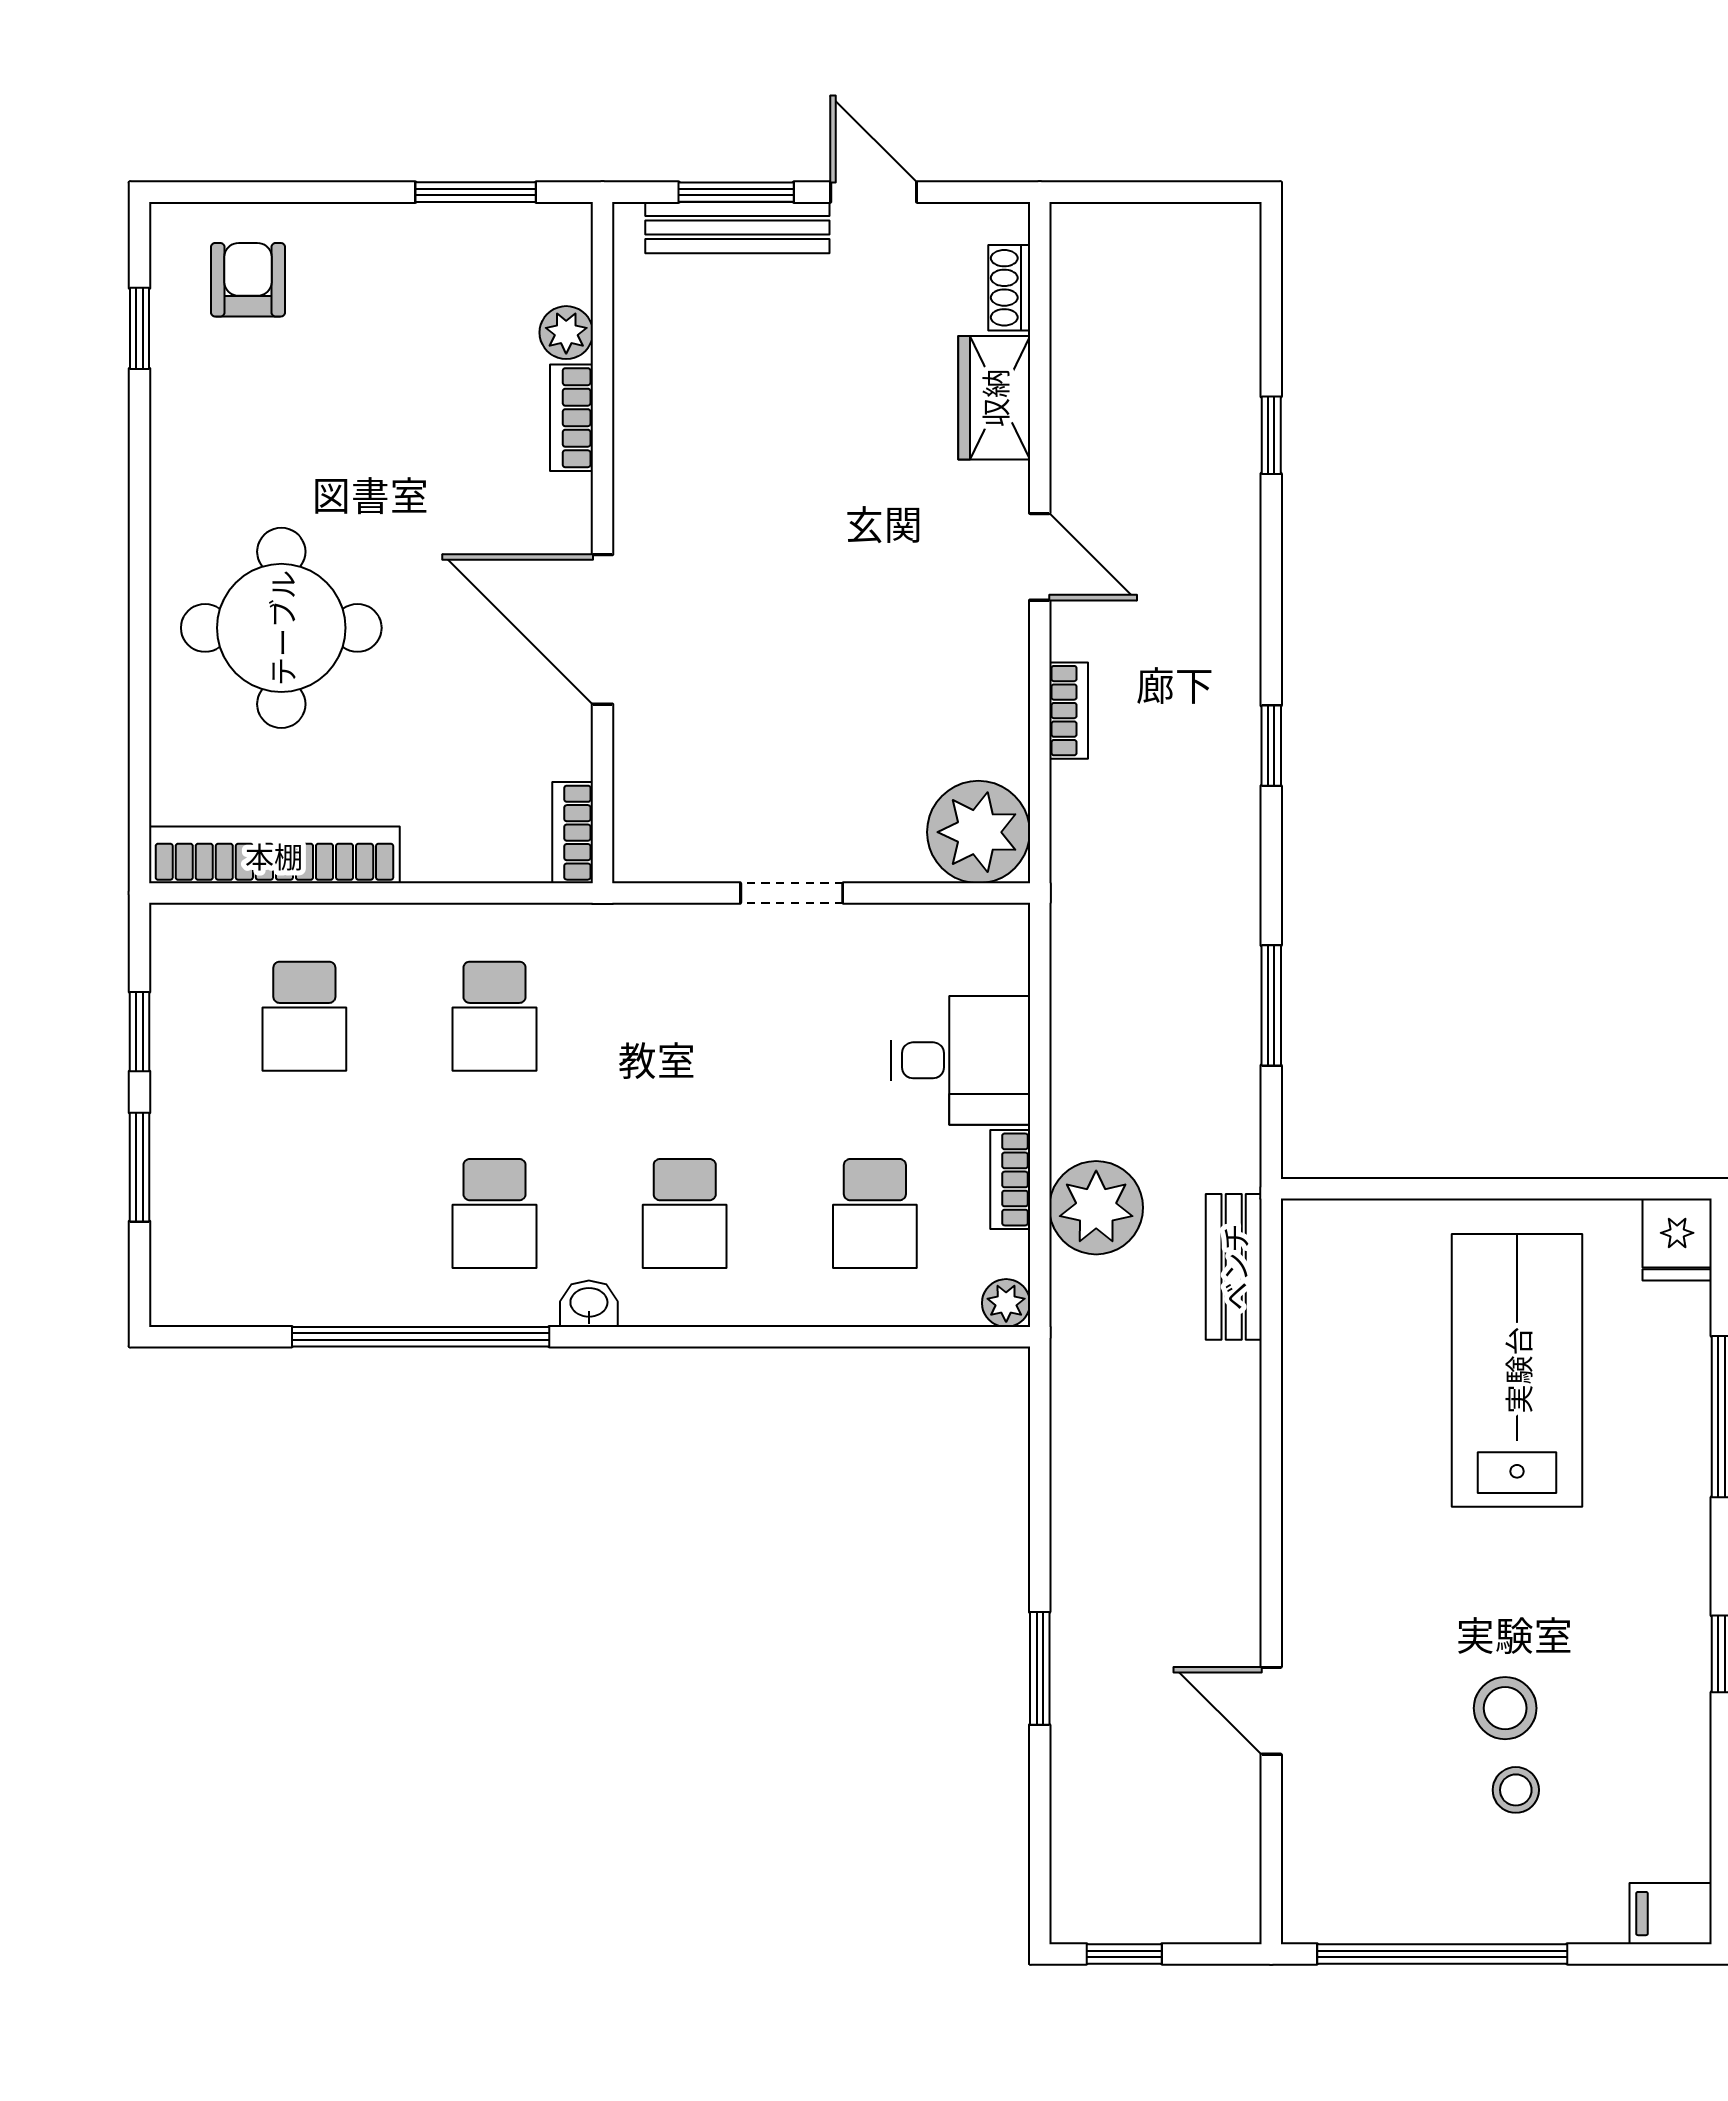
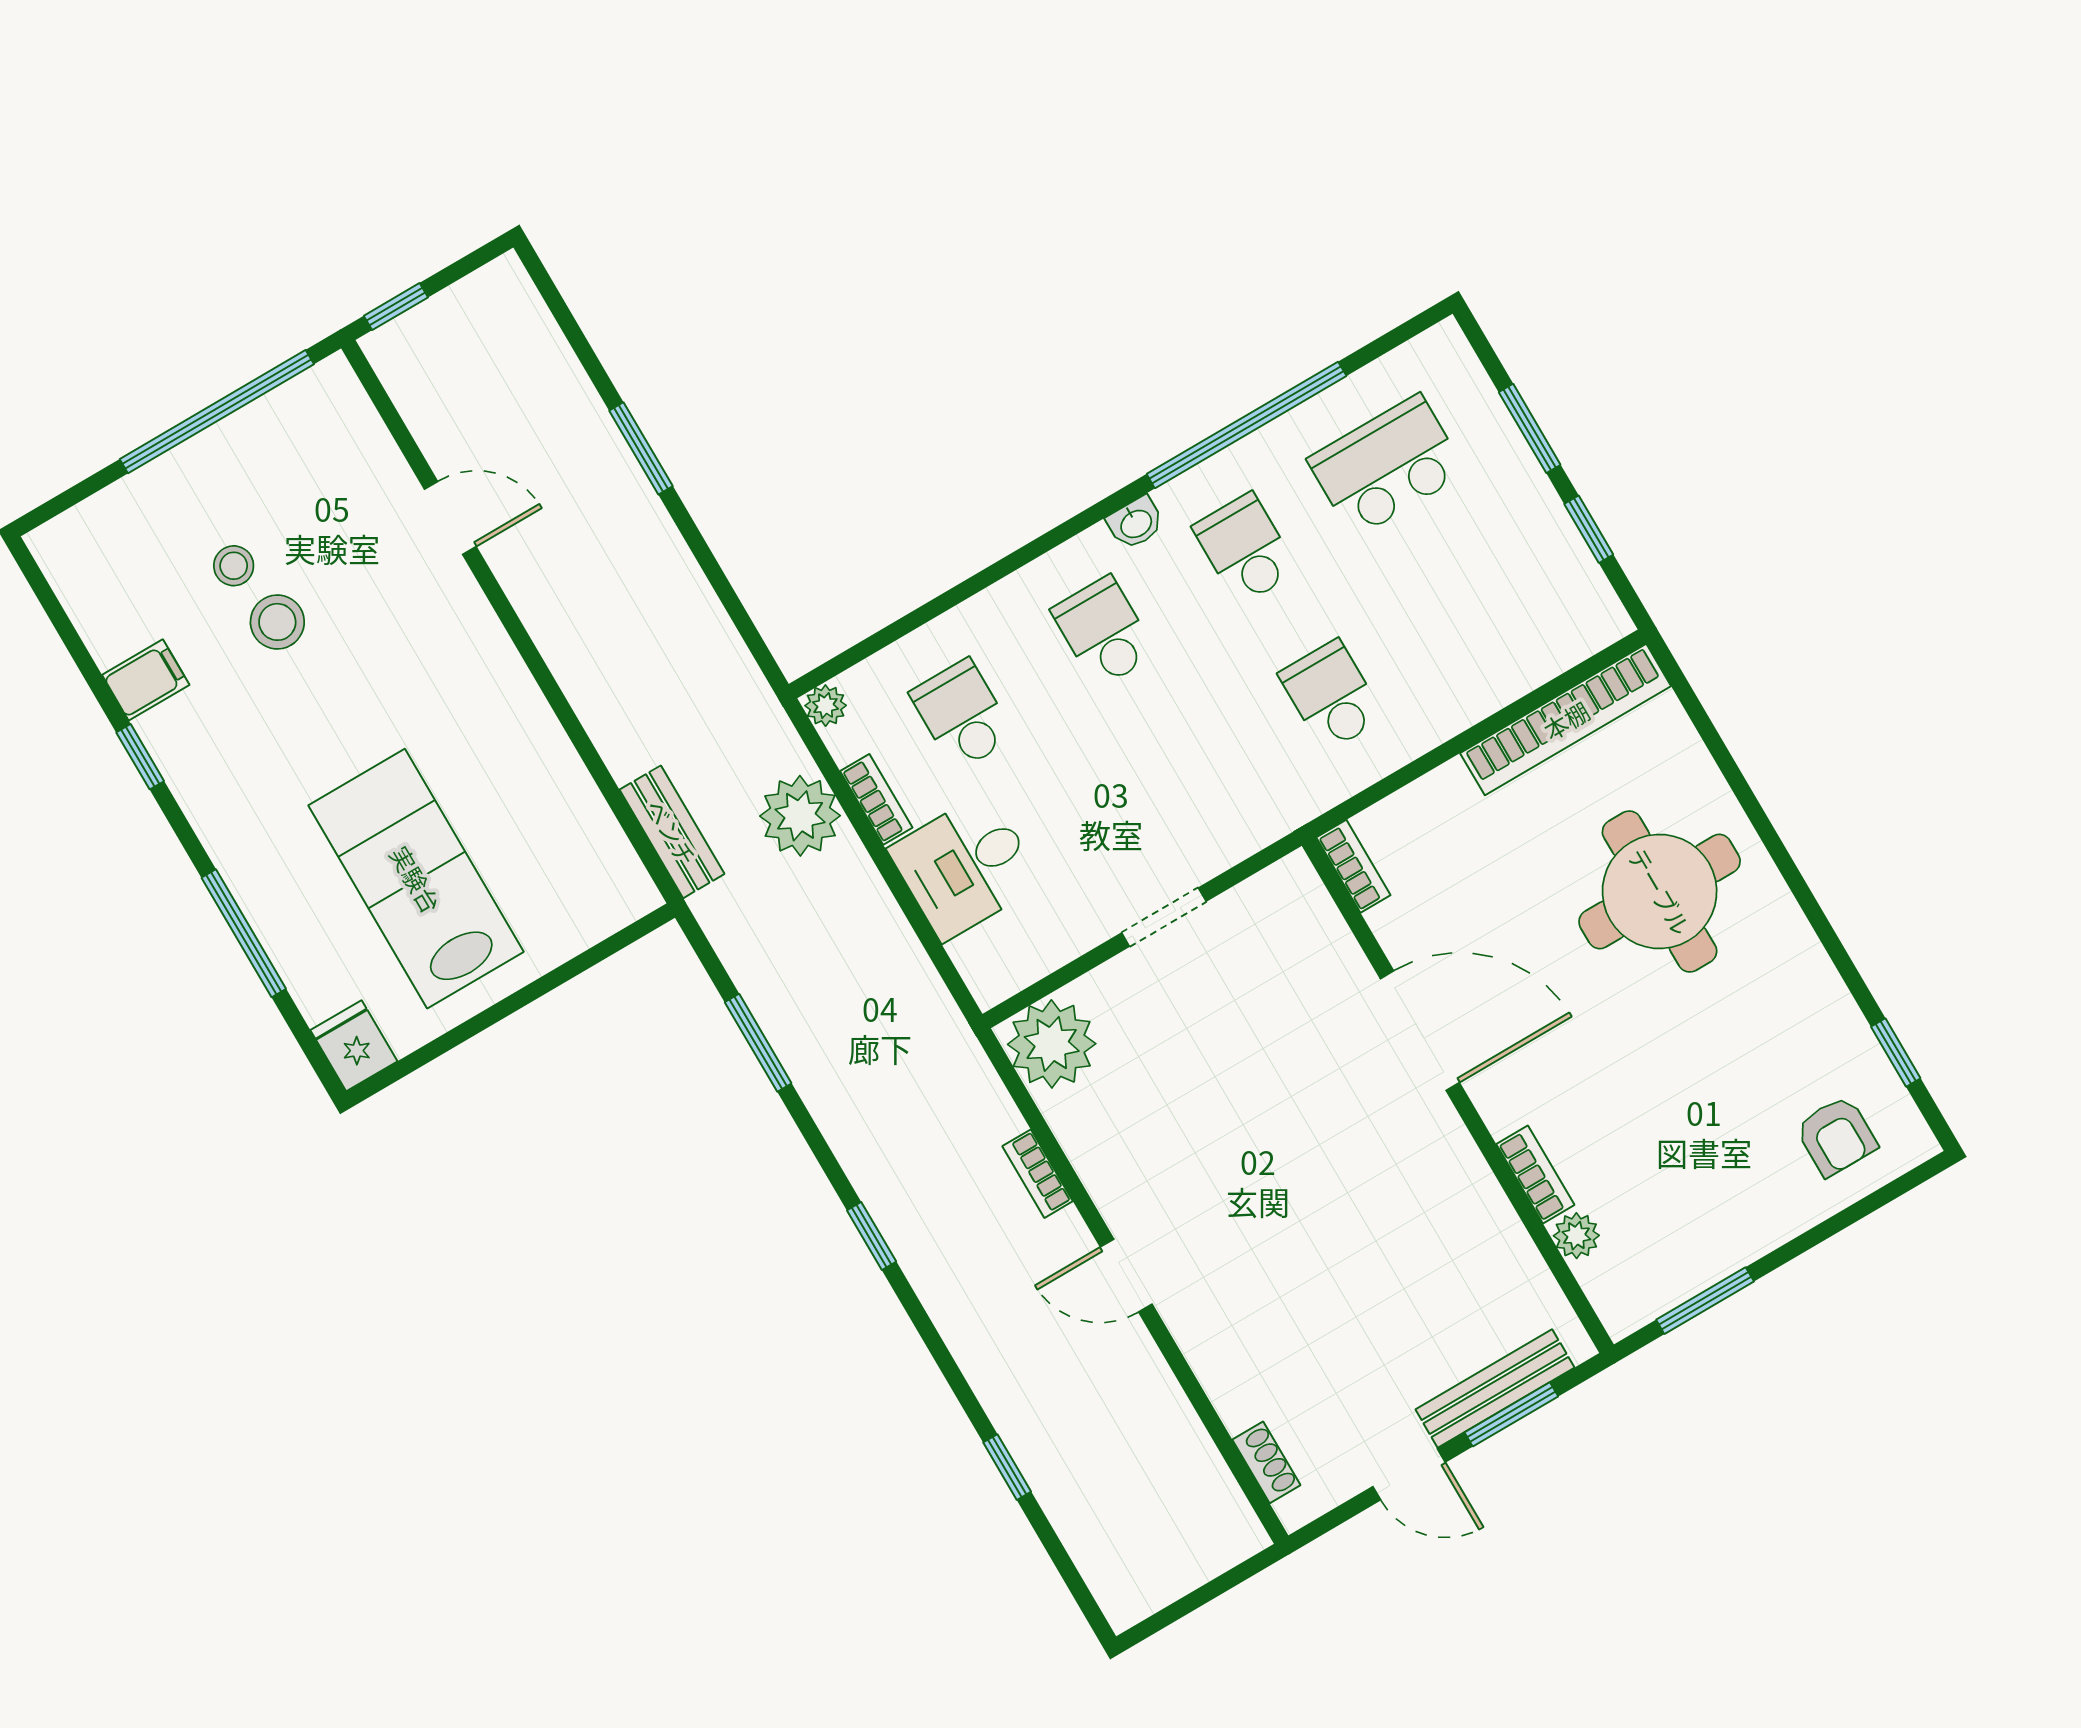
wardrobe: (994, 398) -> (1230, 1374), removed
school desk: (304, 1016) -> (1387, 466), moved, width x1.85
lab bench: (1517, 1370) -> (416, 879), turned 180
filing cabinet: (1671, 1914) -> (146, 680), moved
window: (1124, 1954) -> (396, 307), moved

